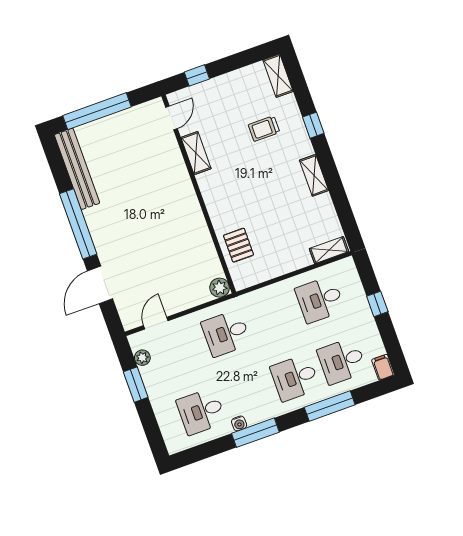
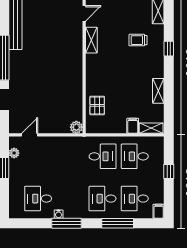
shelving: (314, 175) -> (158, 91), moved
filing cabinet: (301, 256) -> (133, 126), added
desk: (226, 333) -> (103, 156), moved, turned 180

